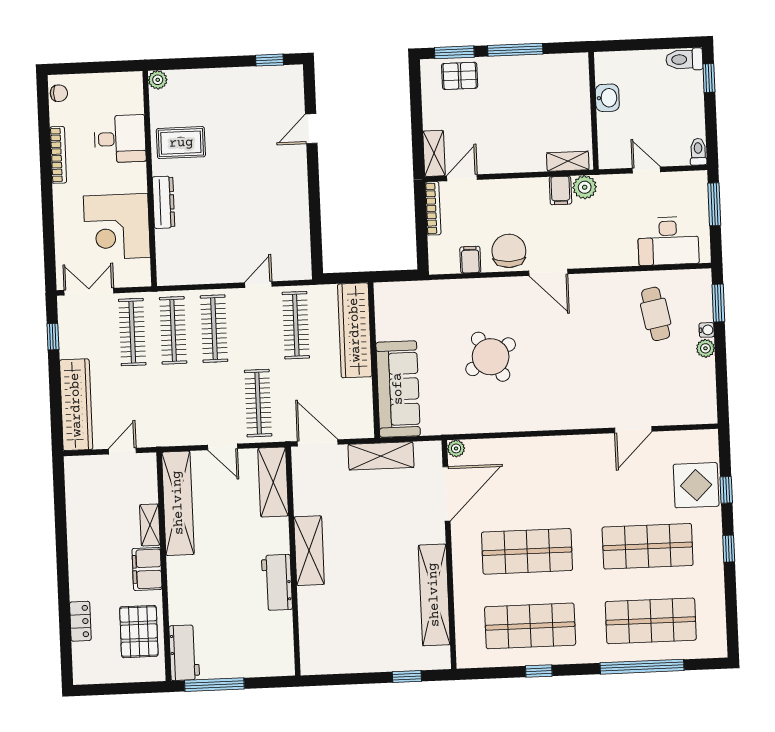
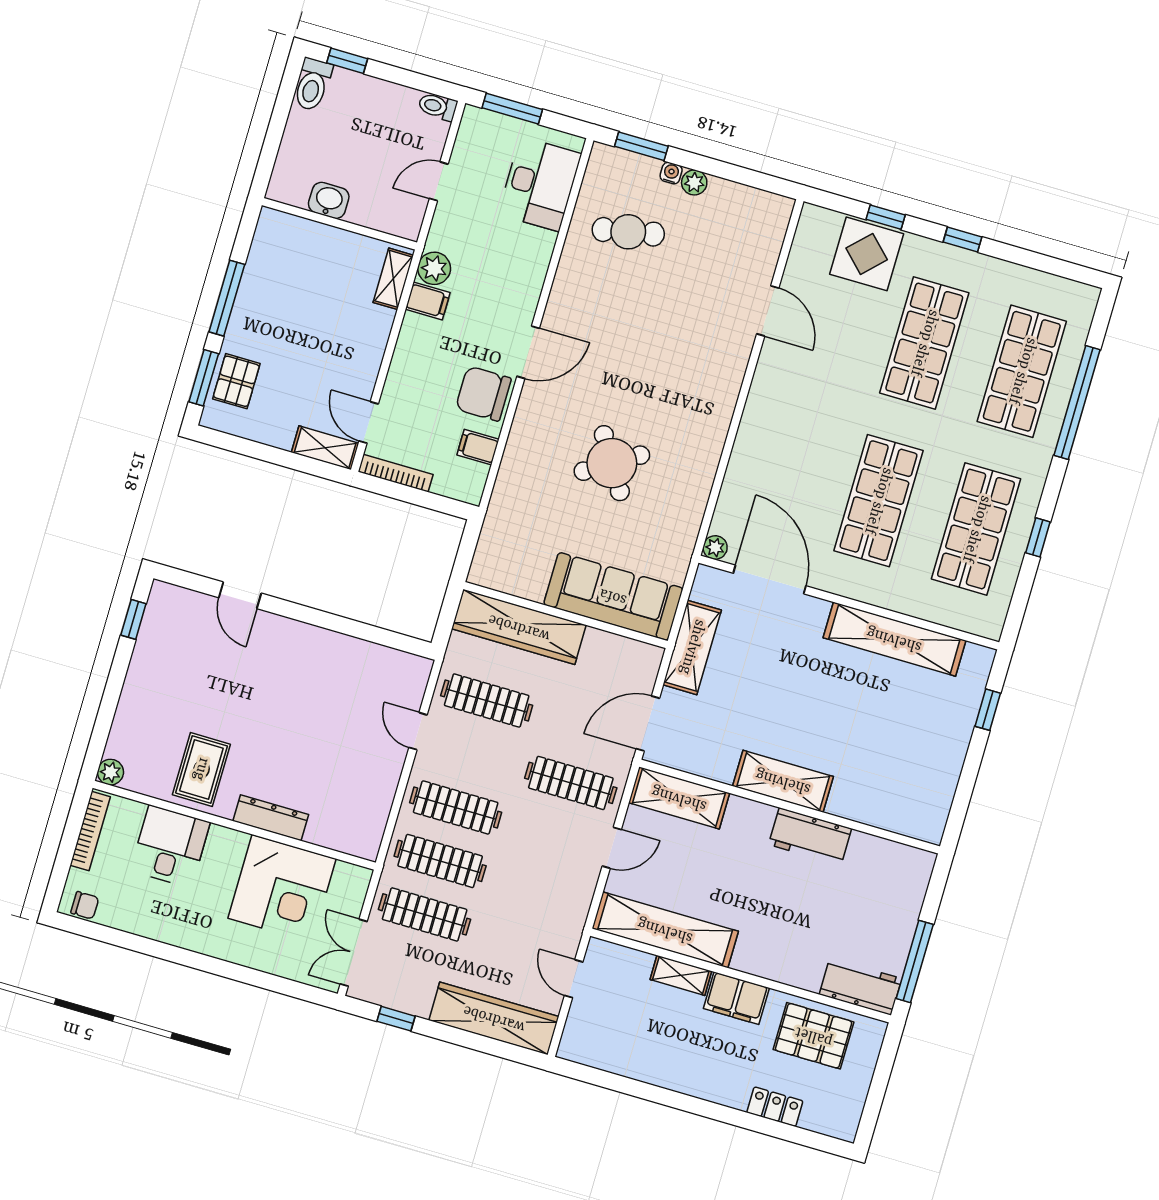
chair: (59, 93) -> (85, 905), turned 90
bookcase: (58, 155) -> (90, 831), moved, turned 90

